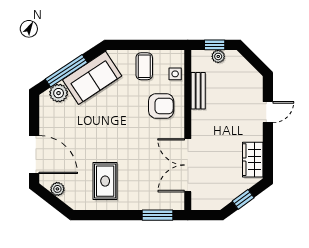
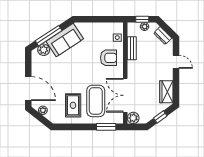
coffee table: (144, 66) -> (96, 101), moved, width x1.86, depth x1.72
dresser: (247, 71) -> (163, 36), added
door: (268, 112) -> (176, 62), hinge flipped
plant: (200, 201) -> (133, 118), added

